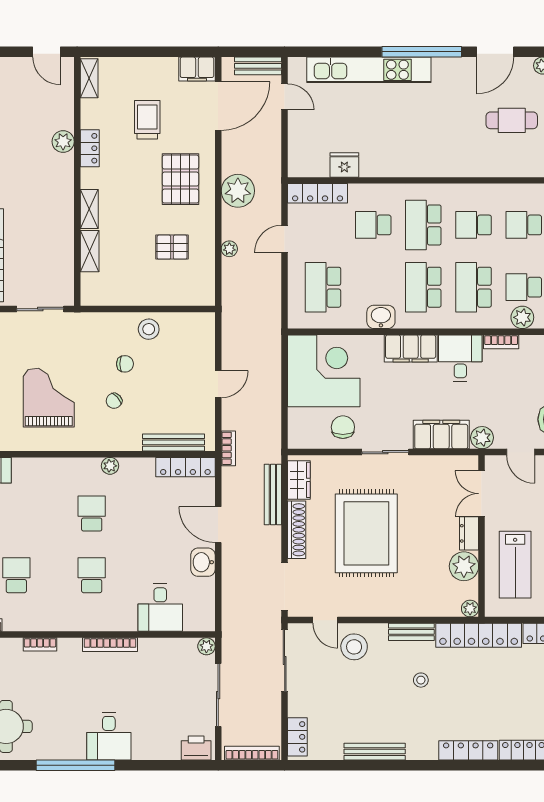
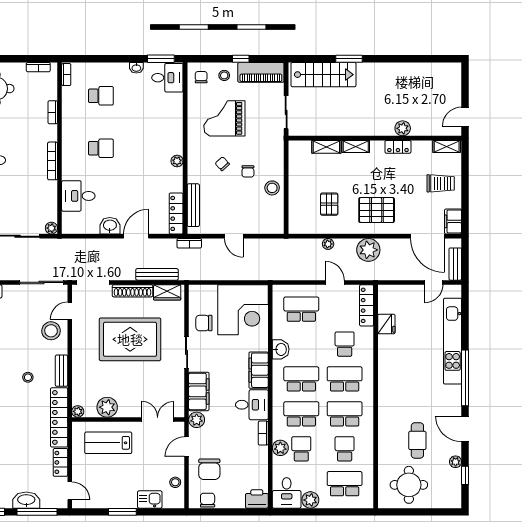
trolley: (147, 120) -> (441, 183), moved
school desk: (474, 225) -> (345, 414), width x1.85
grand piano: (49, 398) -> (224, 118), turned 180
chair: (343, 427) -> (204, 323), turned 180
school desk: (92, 514) -> (144, 148), removed
dresser: (469, 533) -> (130, 411), removed

